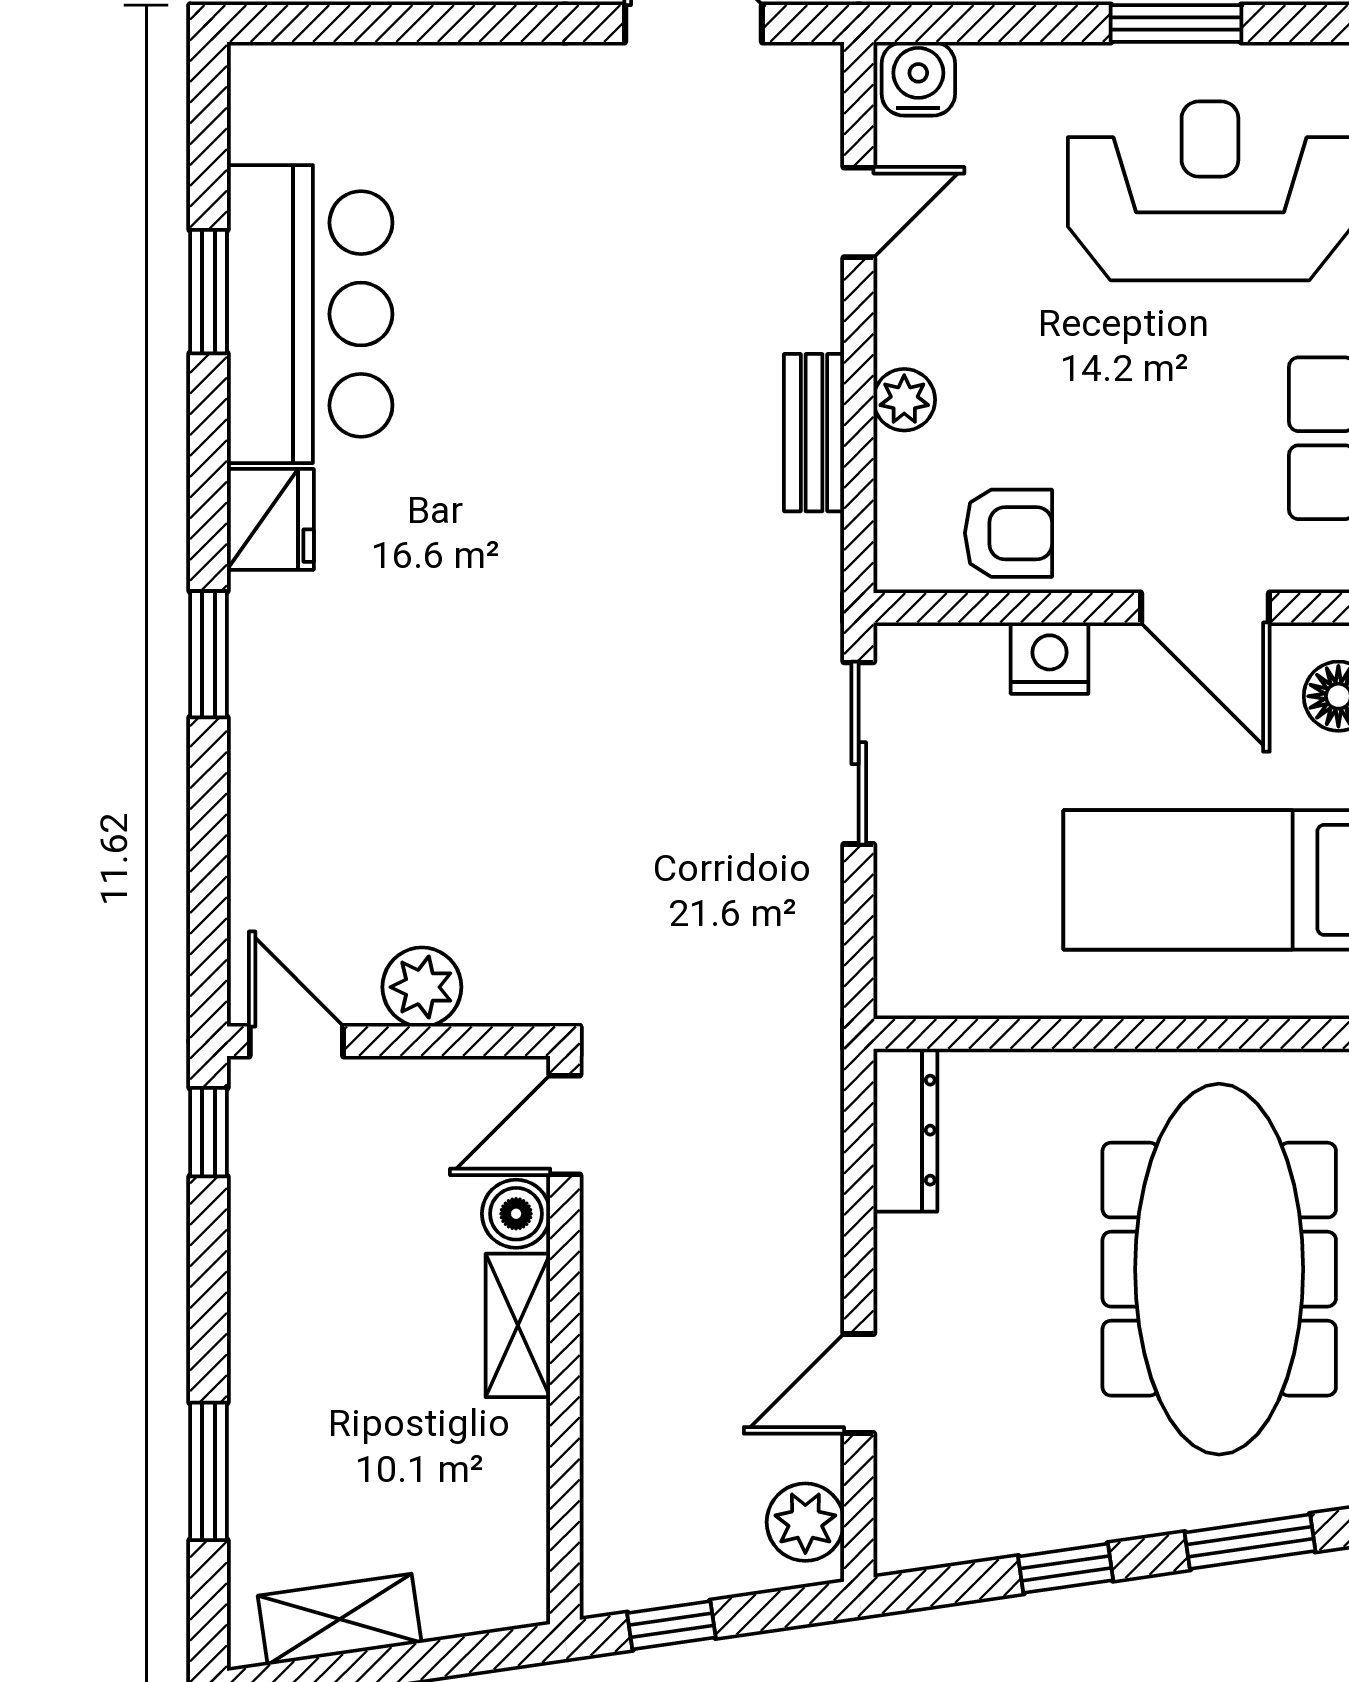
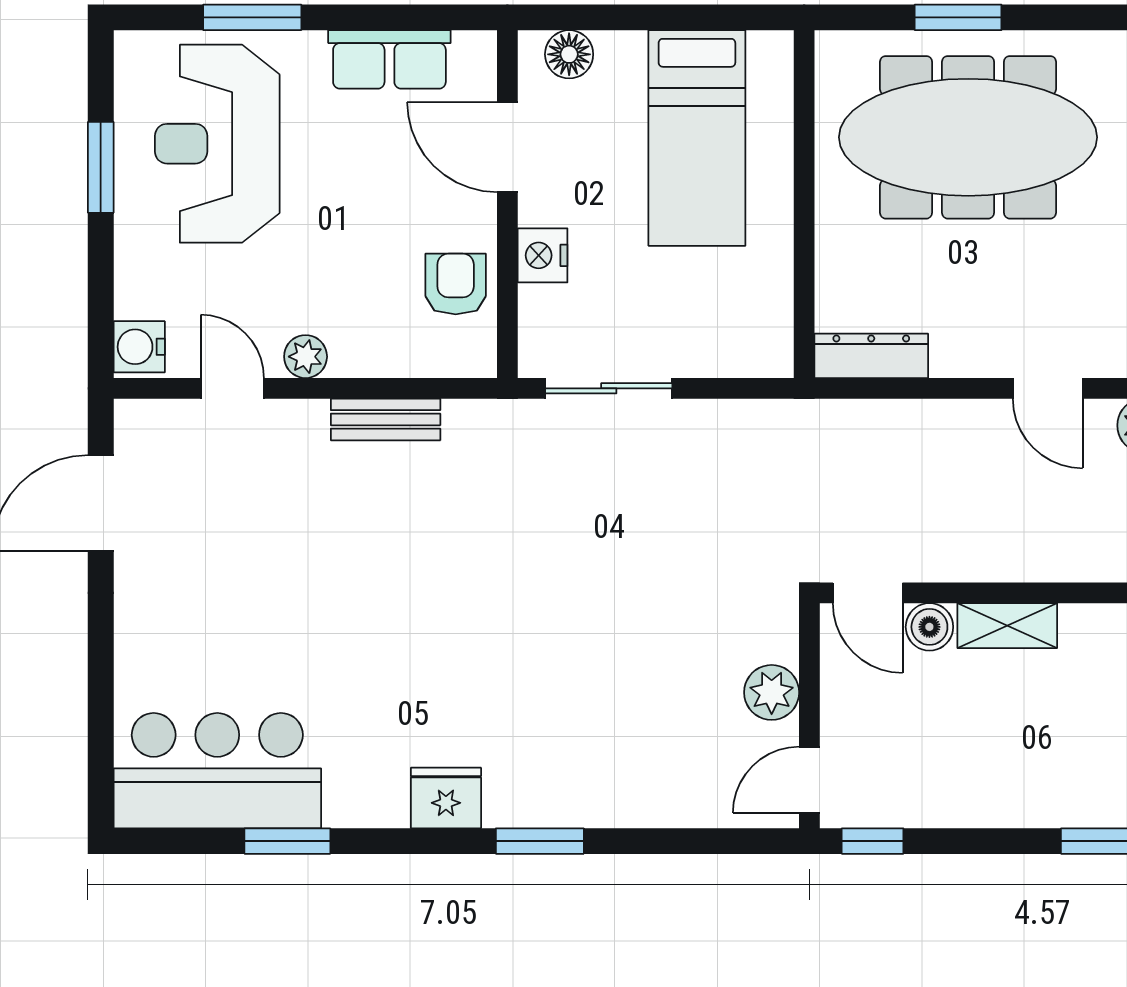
bar counter: (310, 314) -> (217, 771), moved
plant: (904, 400) -> (306, 357), moved
door: (1205, 608) -> (507, 147), swing flipped

